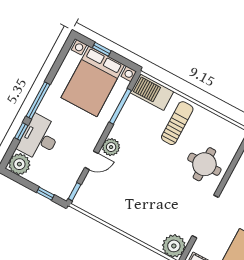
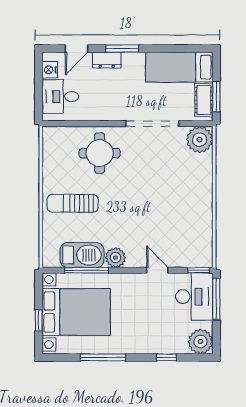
barbecue: (152, 92) -> (82, 255), moved, turned -90
window: (38, 100) -> (103, 357), moved
desk: (39, 138) -> (194, 296), moved, turned -90
plant: (111, 147) -> (115, 258), moved
window: (45, 194) -> (216, 299), width x2.17

